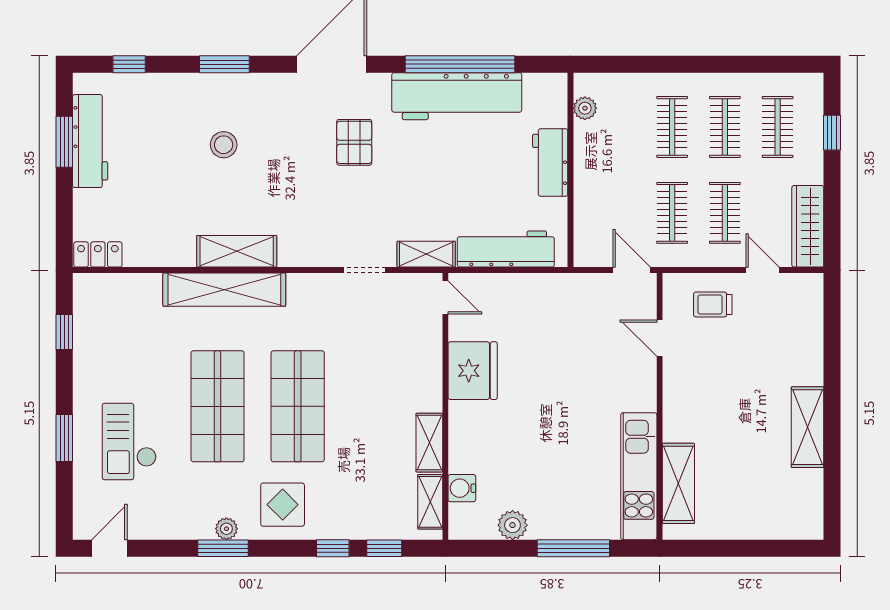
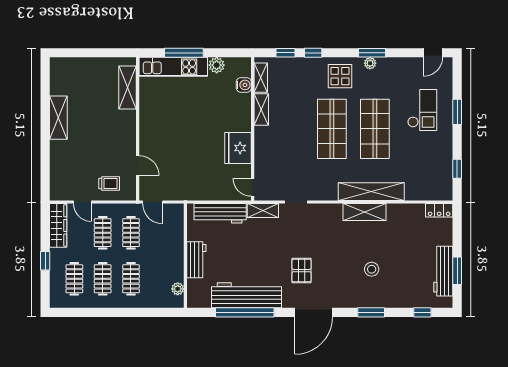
window: (832, 133) -> (45, 261), moved
kitchen unit: (639, 476) -> (173, 67), moved, turned 90

